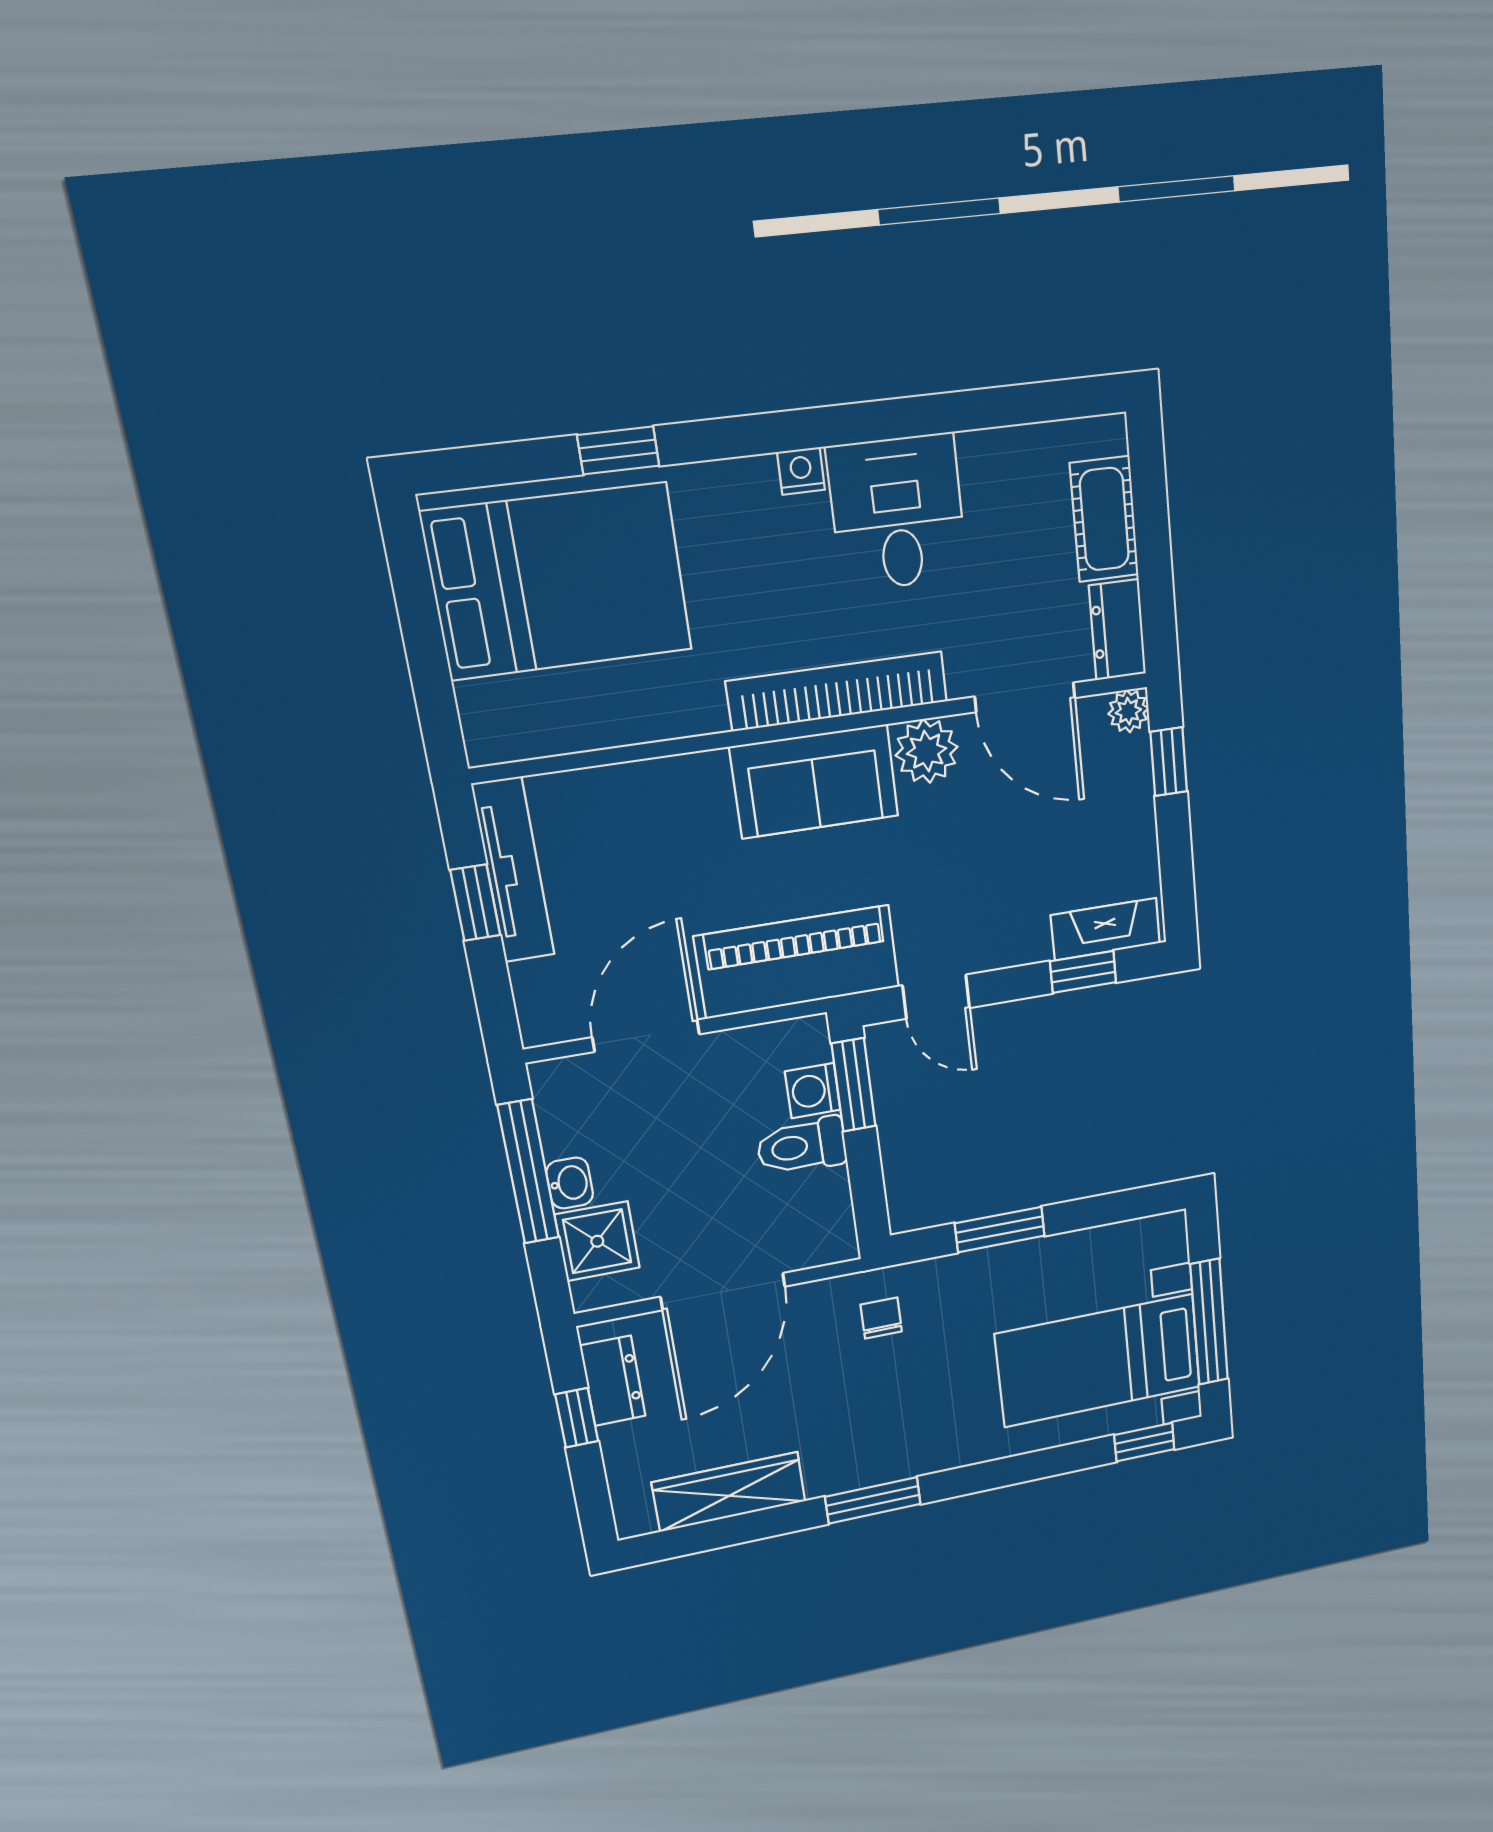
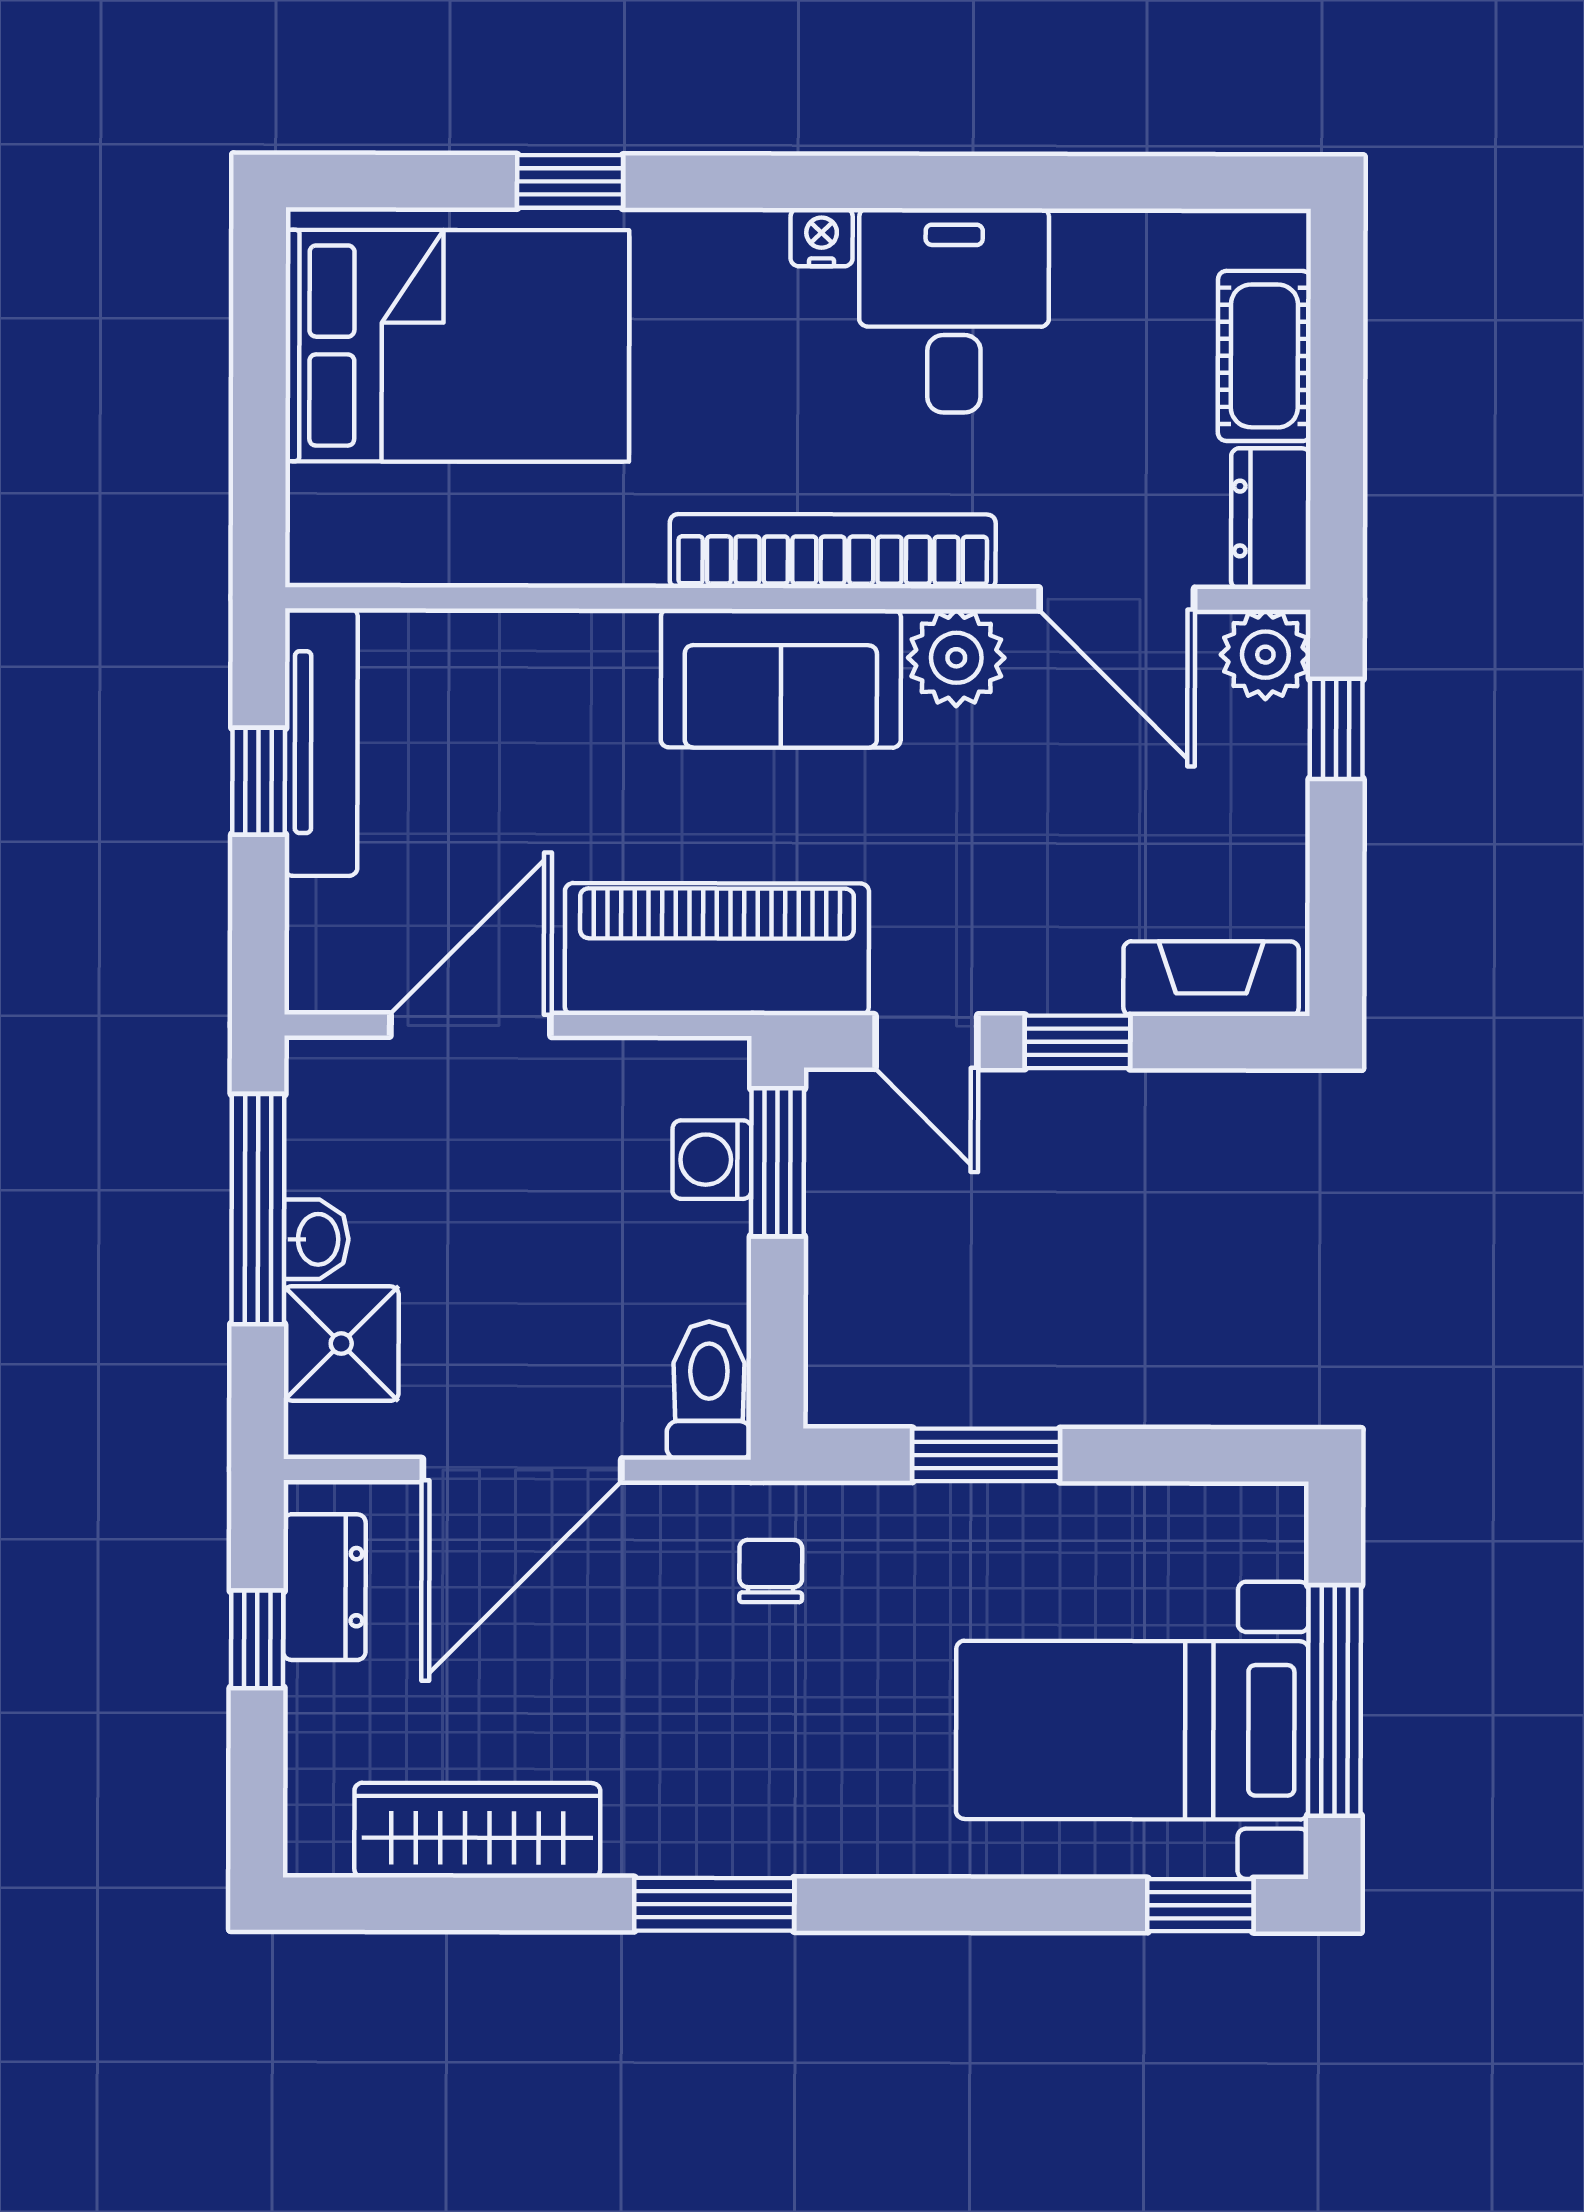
plant: (1128, 711) -> (1265, 655), width x1.38, depth x1.38
window: (1083, 972) -> (1077, 1042), moved
toilet: (802, 1146) -> (709, 1390), moved, turned 90

